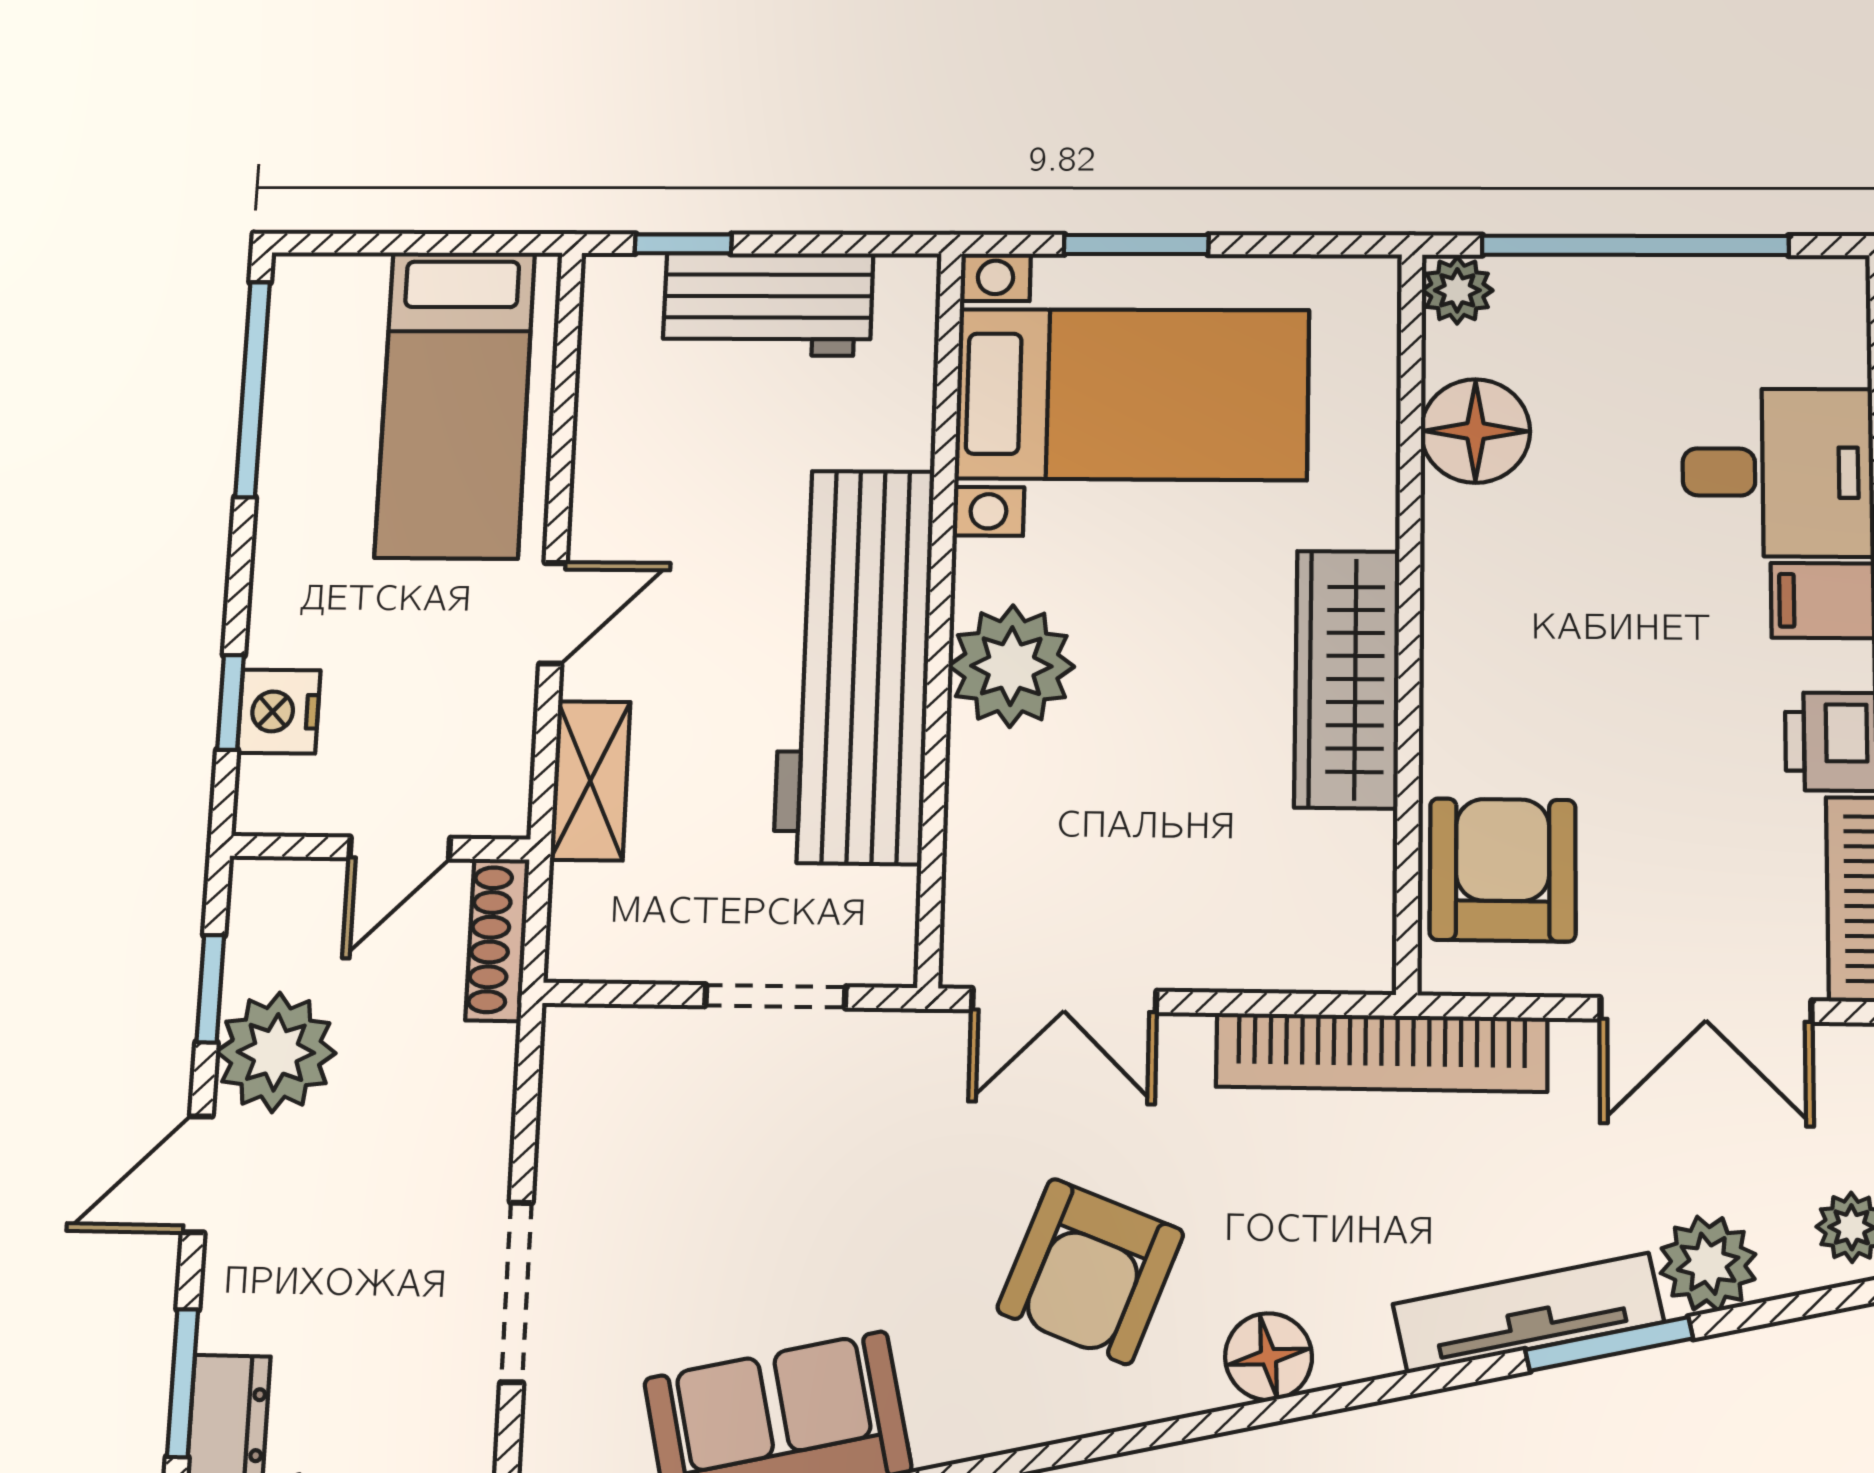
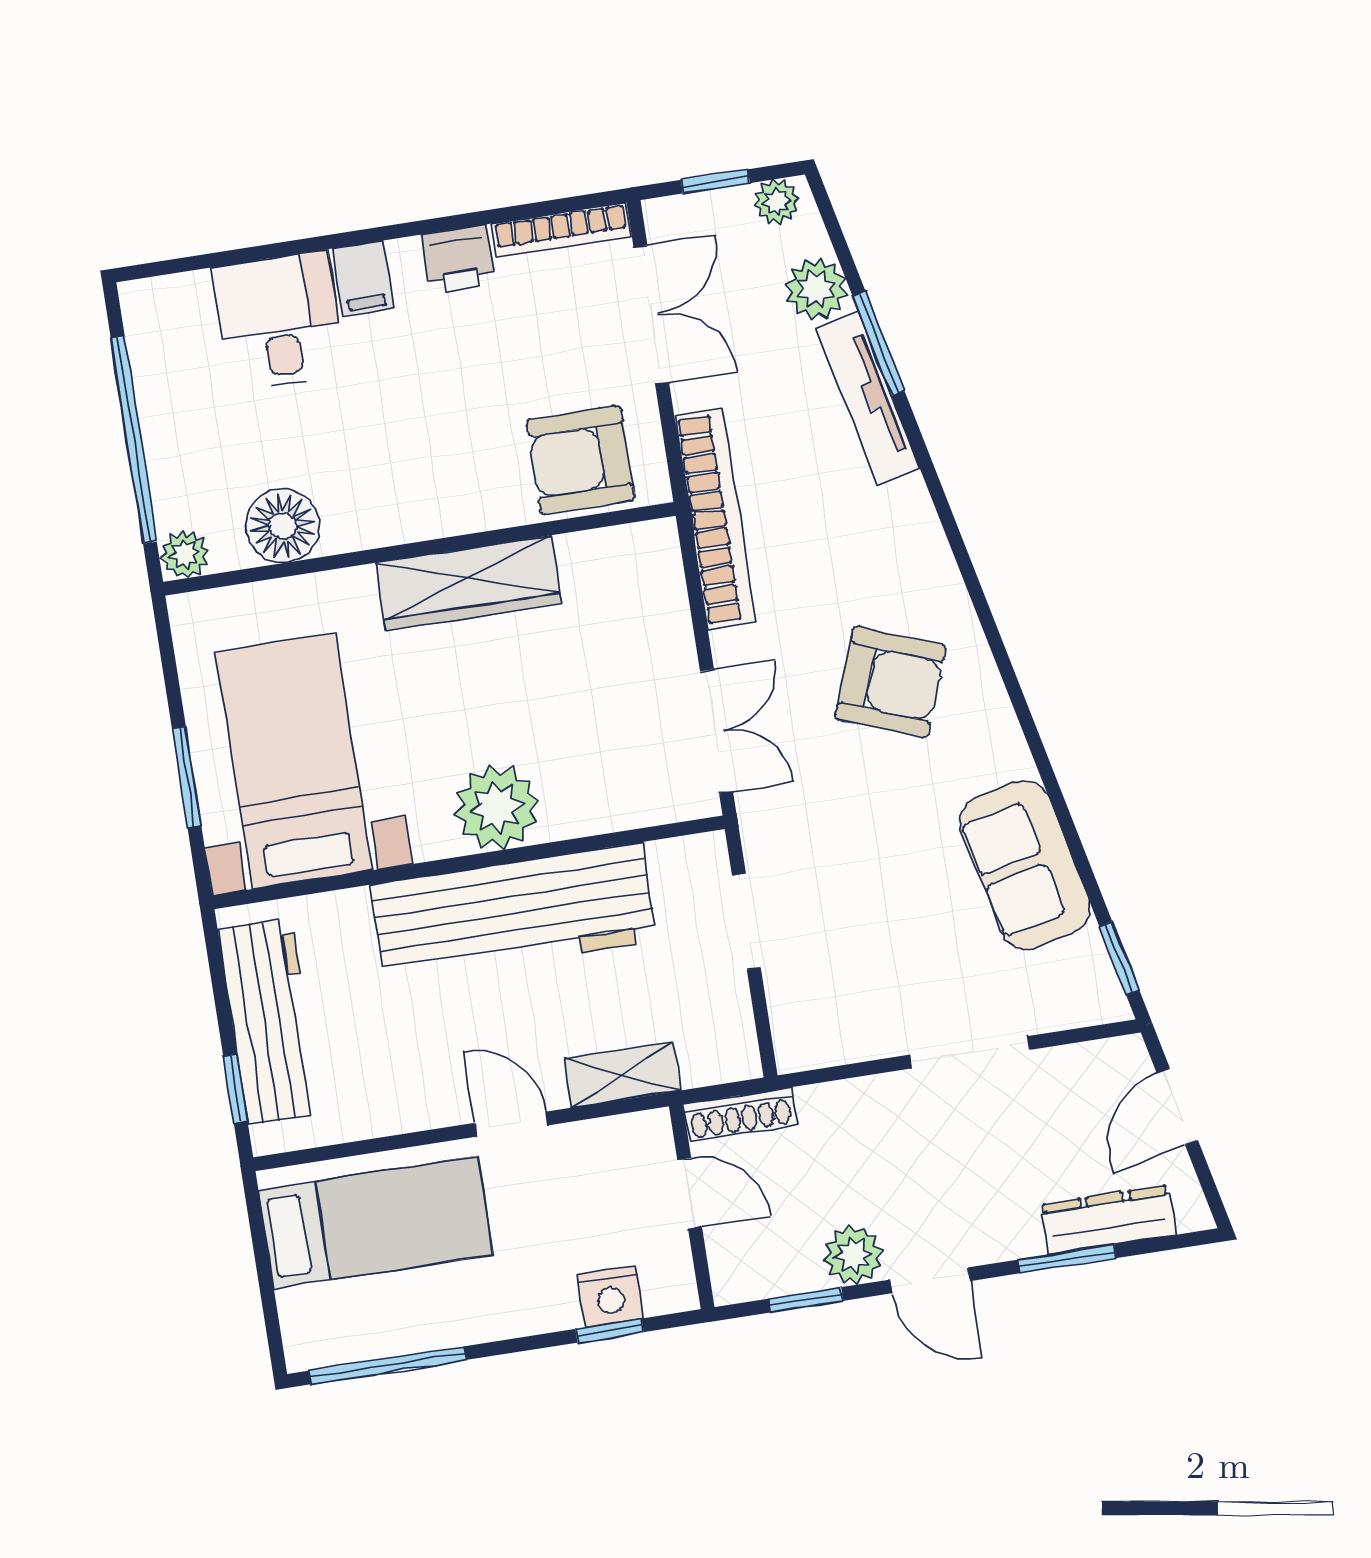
workbench: (768, 304) -> (270, 1021), width x1.38
plant: (276, 1052) -> (853, 1255), width x0.73, depth x0.73
floor lamp: (1269, 1357) -> (925, 558), removed

